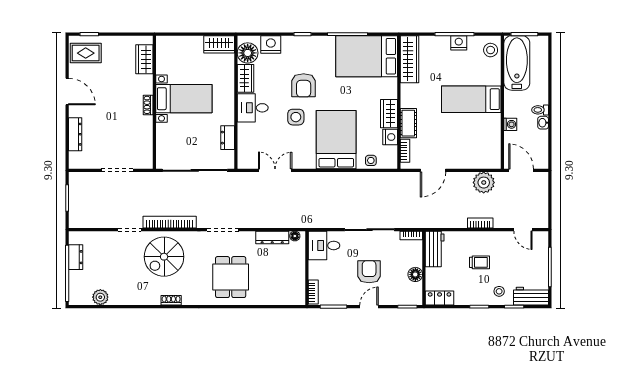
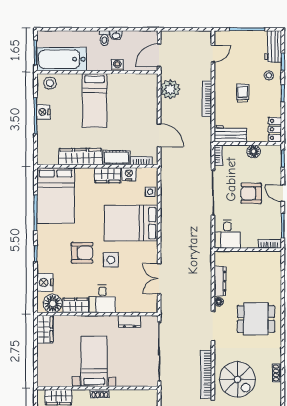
wardrobe: (409, 59) -> (80, 157), moved
bookcase: (480, 223) -> (207, 99), width x1.56
floor lamp: (295, 236) -> (219, 302), moved

